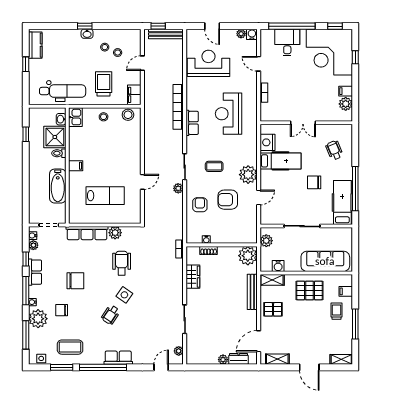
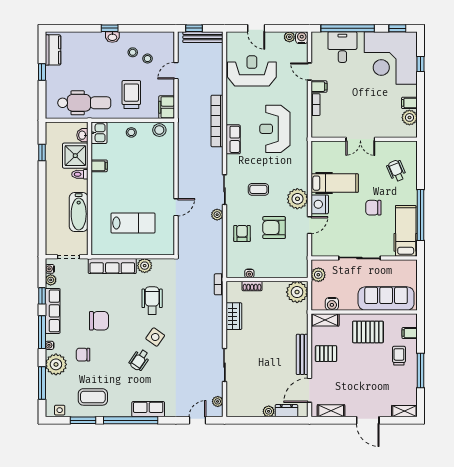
filing cabinet: (267, 77) -> (319, 87), added
nightstand: (267, 142) -> (320, 204), moved
filing cabinet: (76, 166) -> (99, 166), moved
row of seats: (35, 272) -> (53, 311), width x1.48
bench: (252, 292) -> (302, 354), moved

